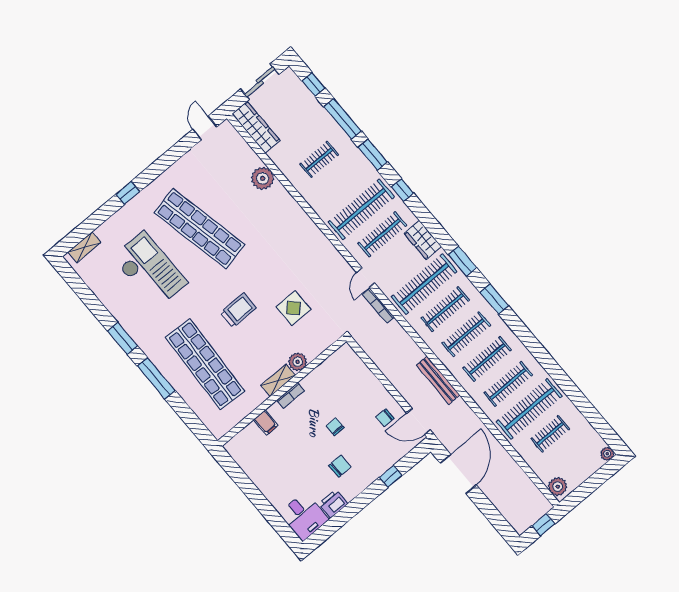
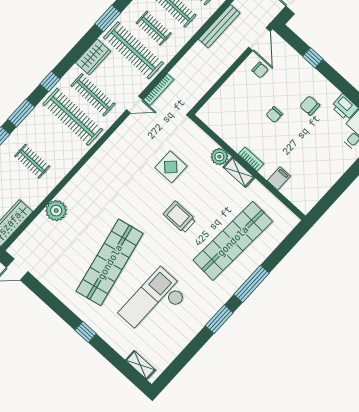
clothes rail: (445, 309) -> (154, 28), width x0.73

